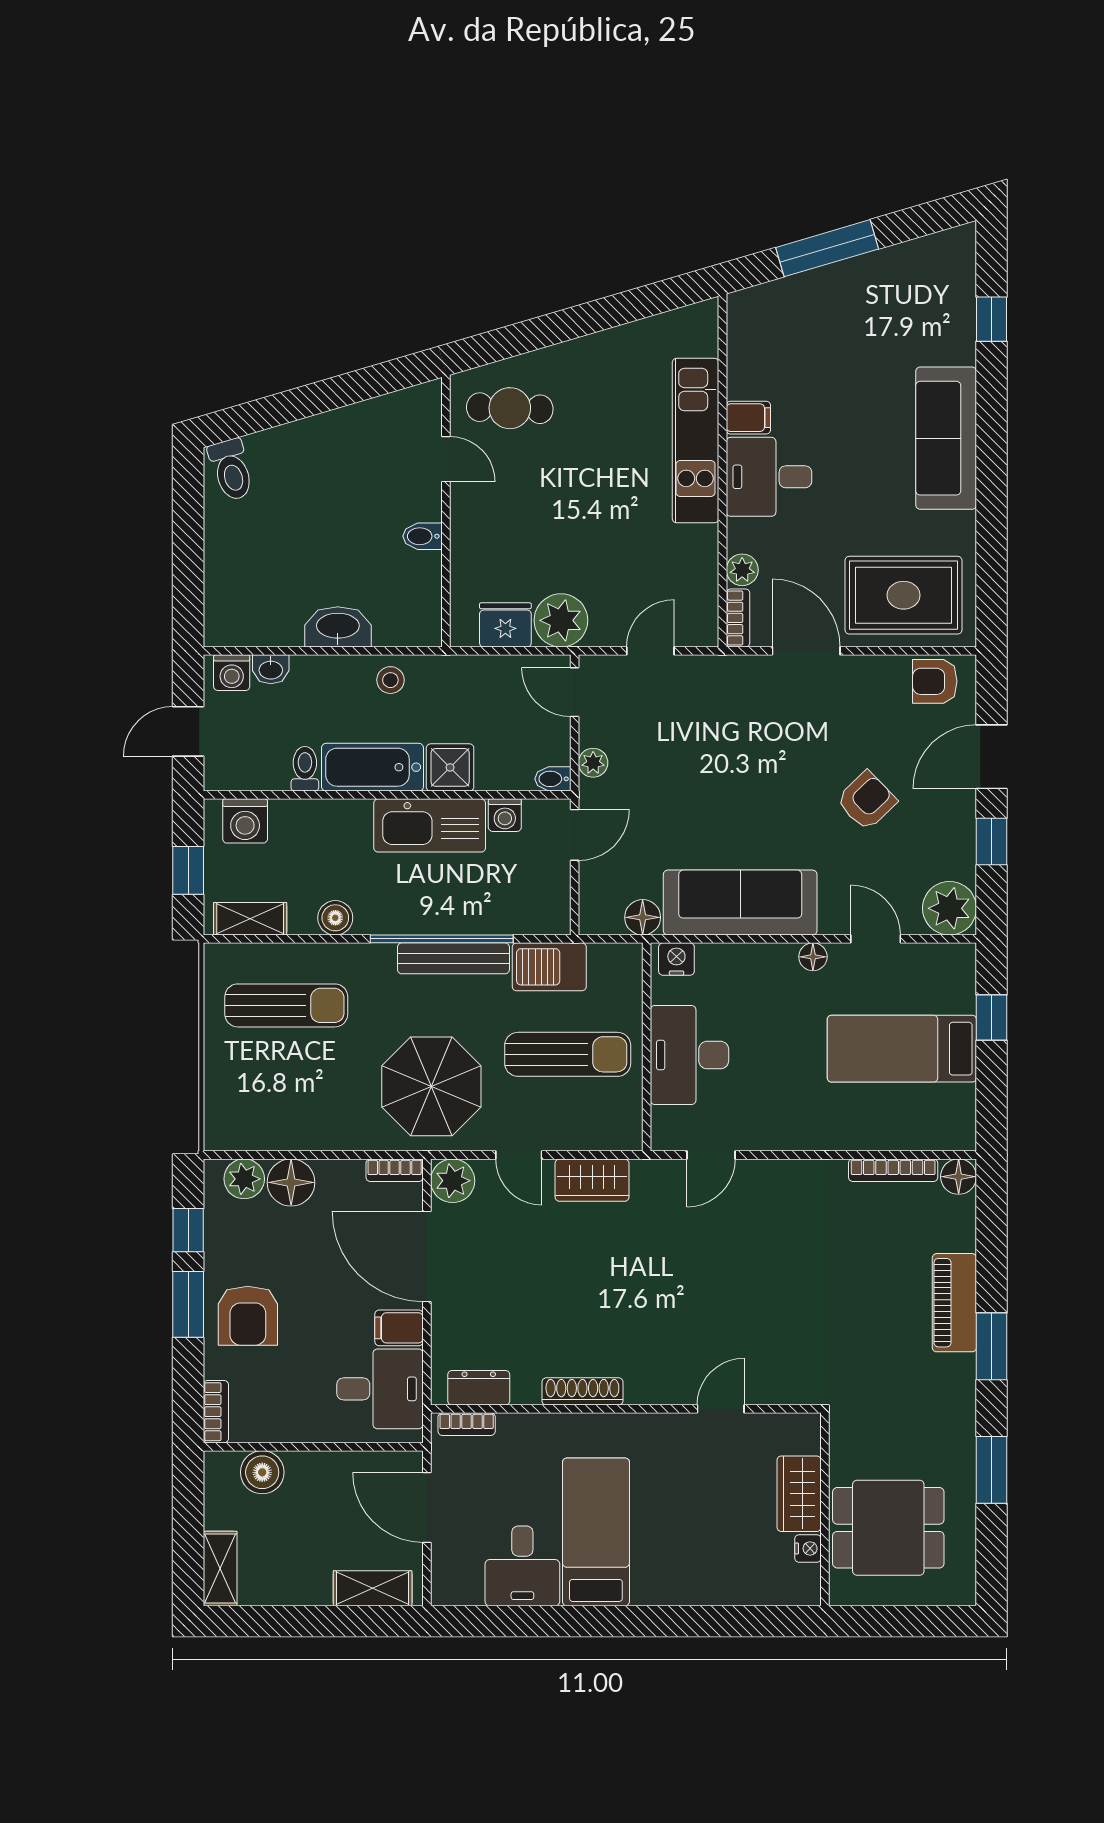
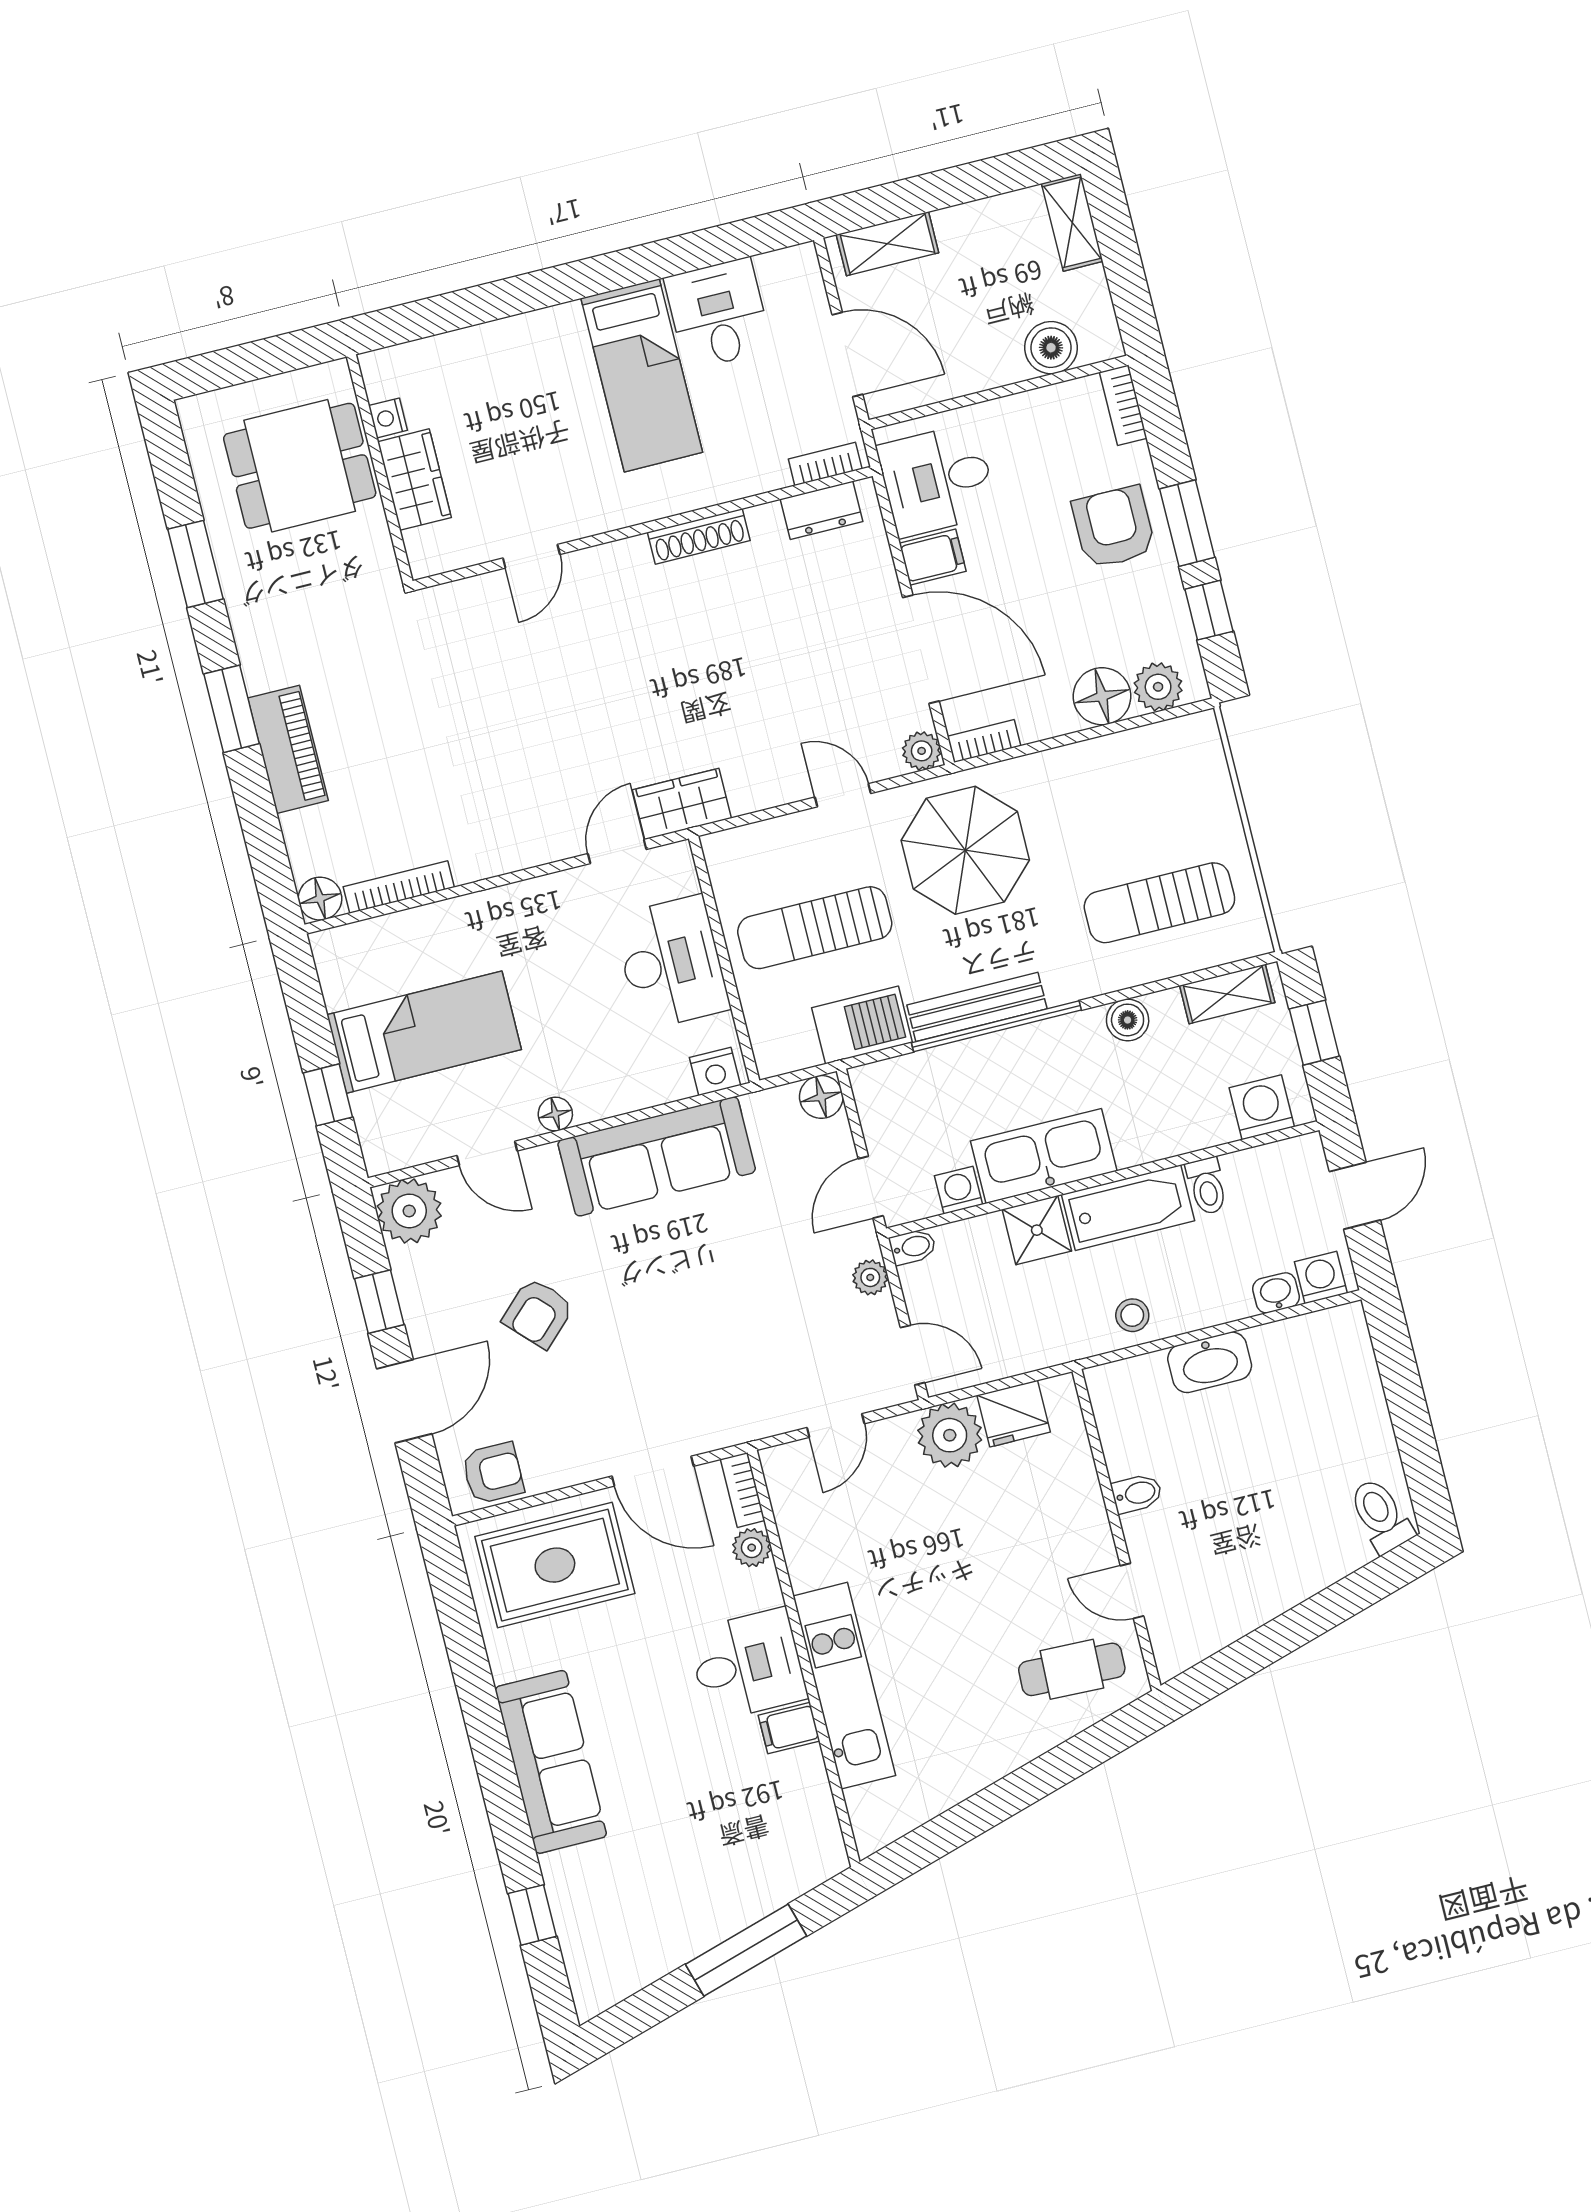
floor lamp: (643, 917) -> (821, 1097), moved
wardrobe: (592, 1180) -> (682, 804), moved
plant: (453, 1181) -> (922, 751), width x0.73, depth x0.73

